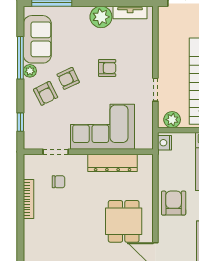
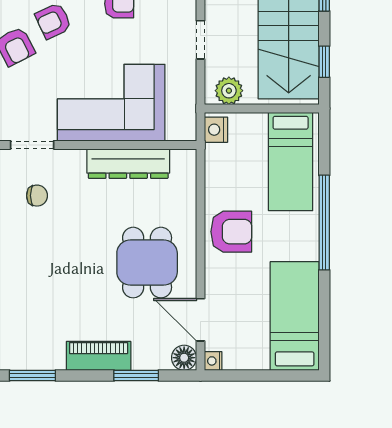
armchair: (174, 203) -> (231, 232), turned 90

